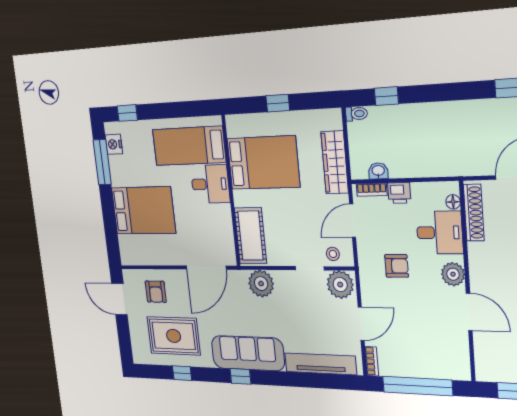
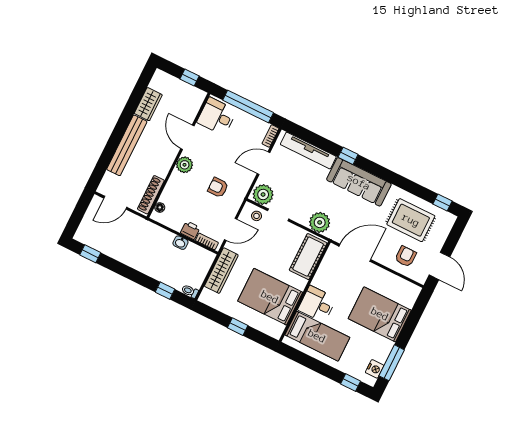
washbasin: (378, 171) -> (180, 243), moved
desk: (440, 233) -> (217, 116), moved
window: (182, 373) -> (443, 203), moved
window: (240, 376) -> (348, 156), moved

